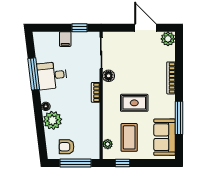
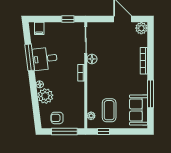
filing cabinet: (65, 39) -> (39, 28), moved
rug: (134, 103) -> (113, 81), removed

